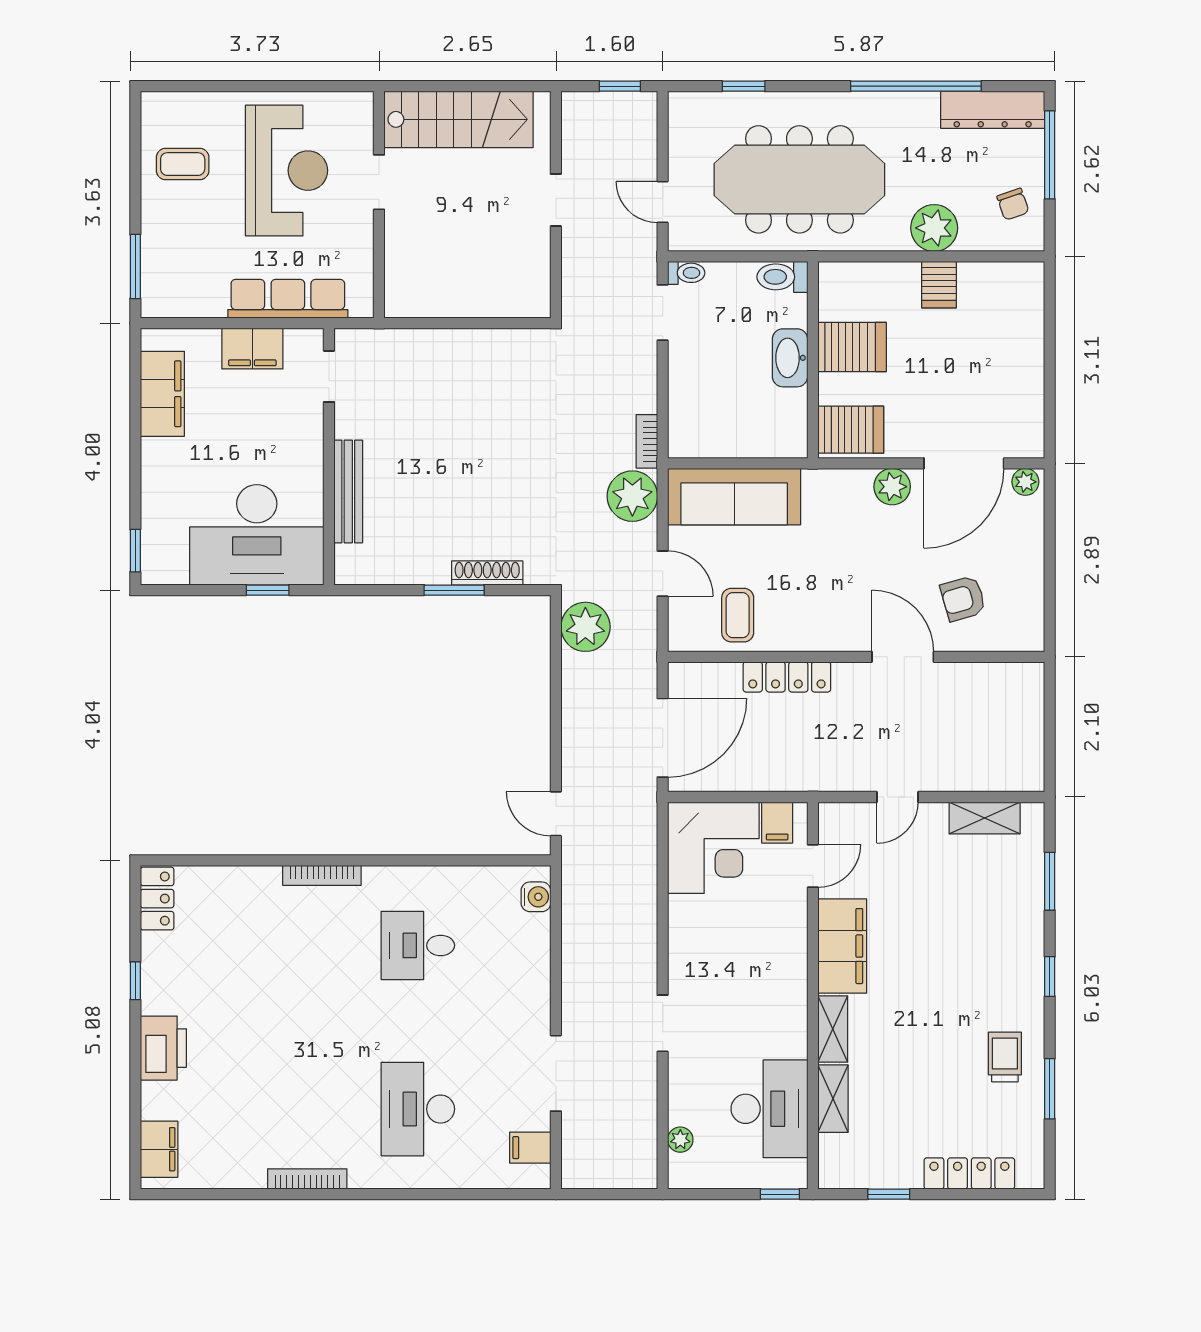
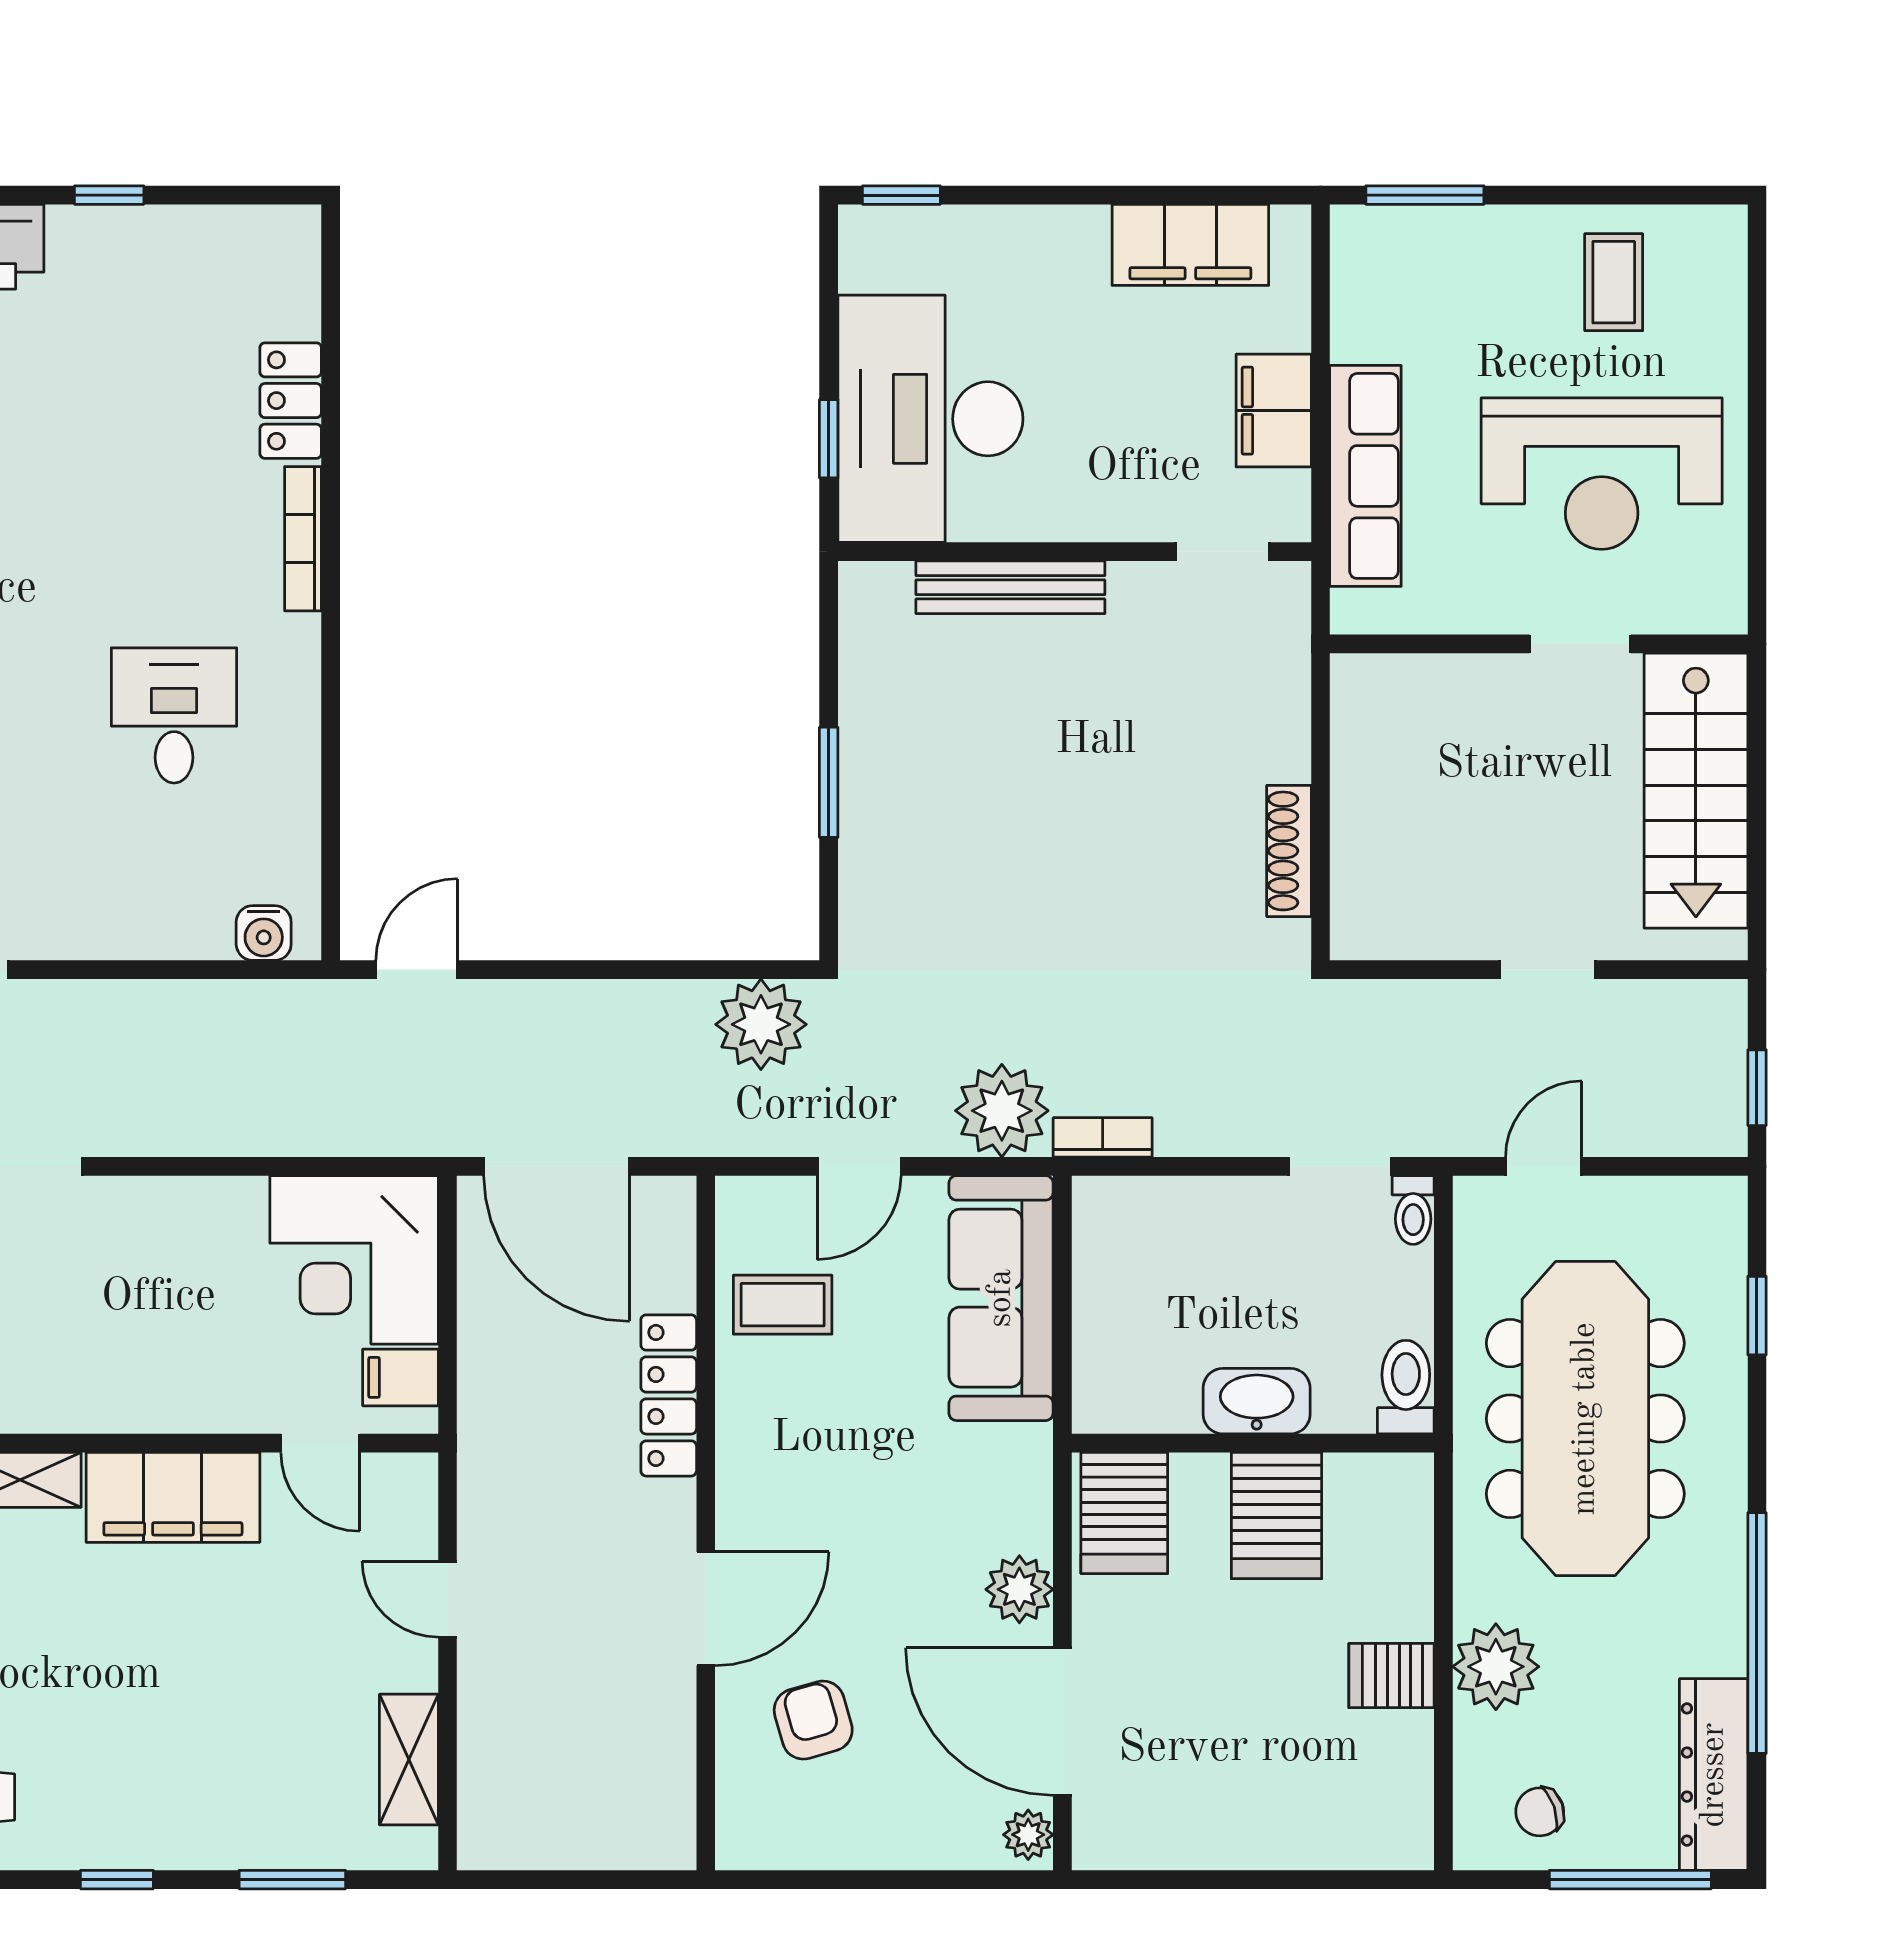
shoe rack: (487, 573) -> (1289, 851), moved, turned 180
locker: (157, 899) -> (291, 401), moved, turned 90

